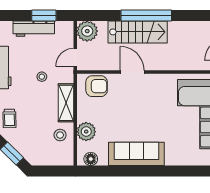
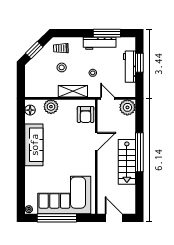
window: (44, 15) -> (139, 63), moved
stairs: (138, 32) -> (127, 162), moved
stool: (60, 135) -> (62, 67), moved

